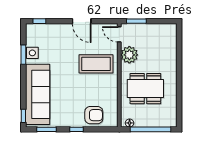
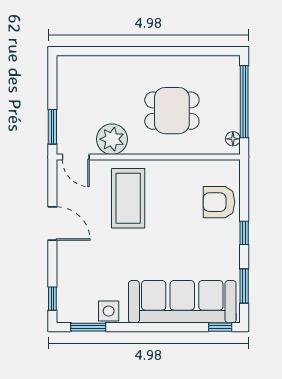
door: (82, 21) -> (52, 224), hinge flipped
door: (119, 34) -> (76, 157), hinge flipped
window: (23, 55) -> (88, 327), moved
dining table: (145, 89) -> (172, 111), width x0.73
armchair: (94, 115) -> (219, 202), turned -90

